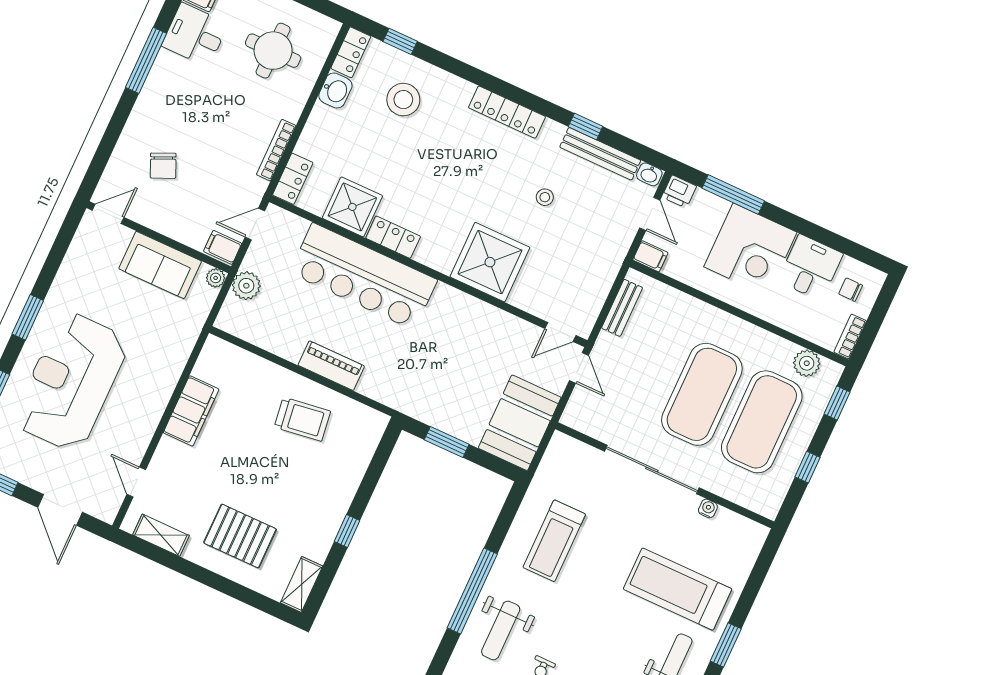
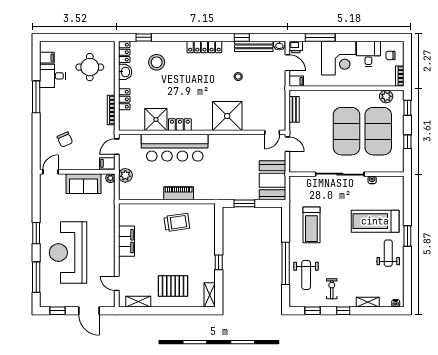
locker: (293, 179) -> (124, 99), moved

